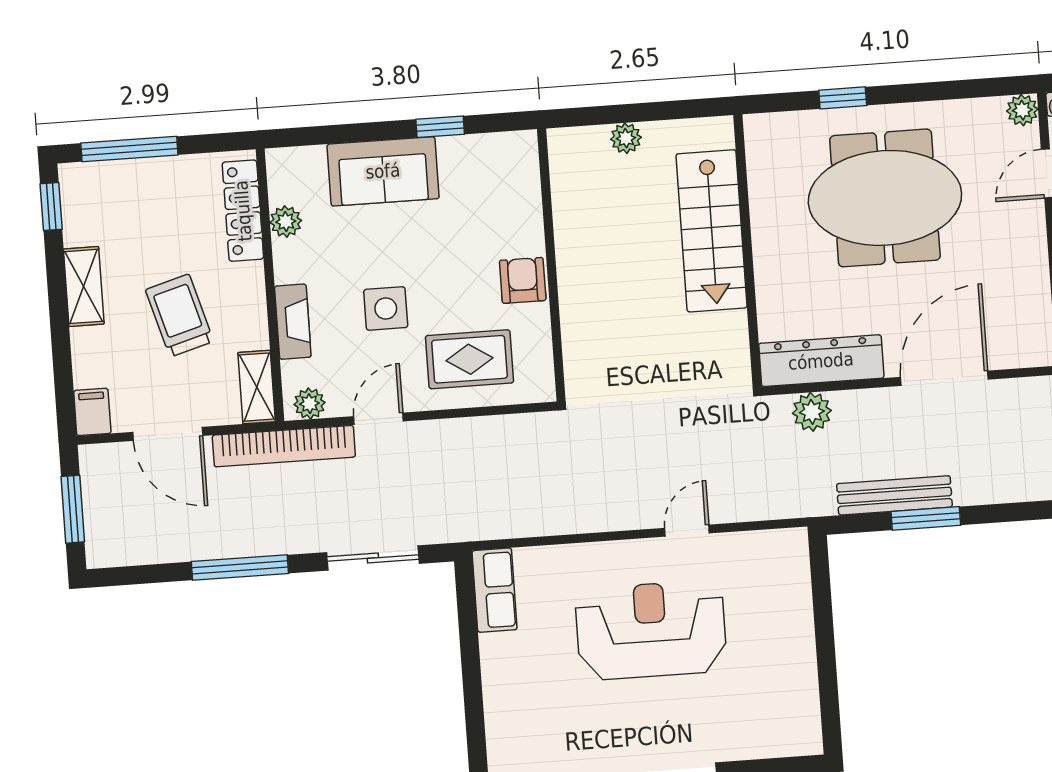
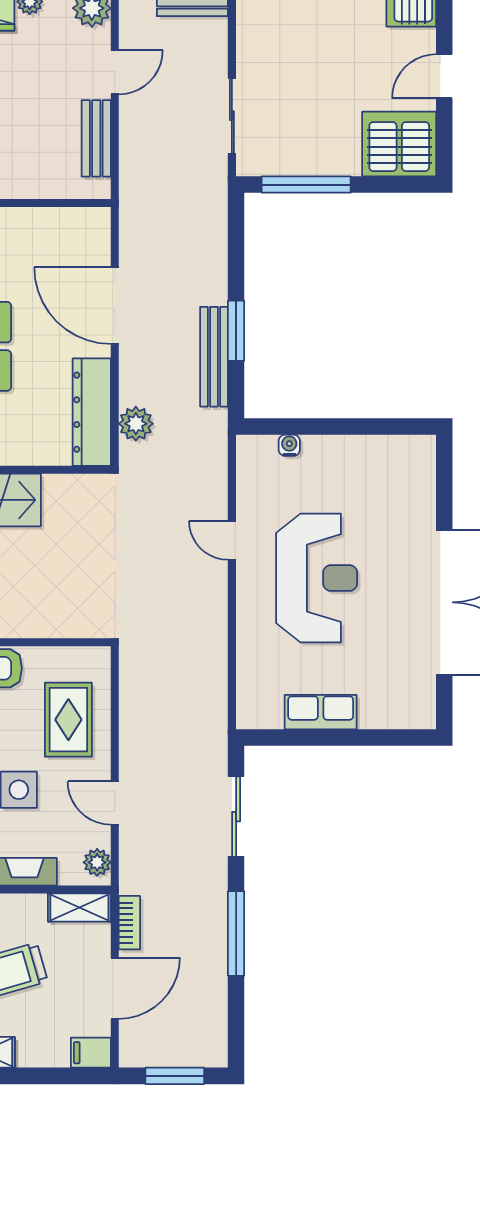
bookcase: (284, 446) -> (129, 923), width x0.43, depth x0.76
water cooler: (800, 588) -> (289, 445), added
row of seats: (495, 590) -> (321, 712), moved
reception desk: (651, 630) -> (317, 578), turned 180

